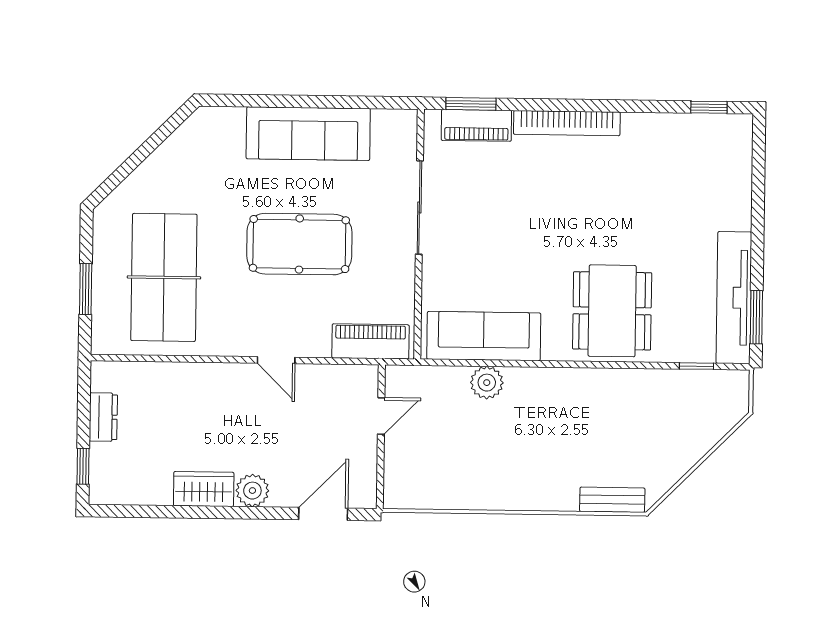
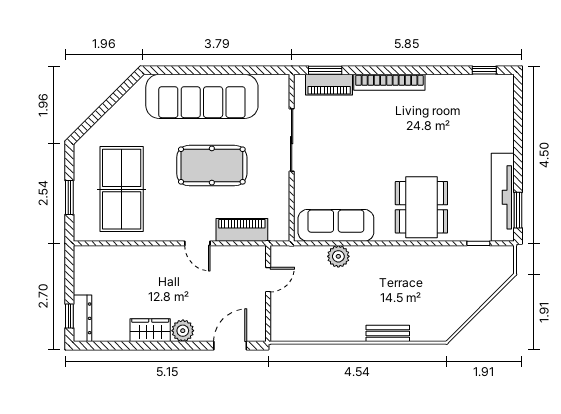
sofa: (308, 134) -> (202, 96), width x1.36, depth x1.27
piano: (370, 341) -> (242, 230), moved
dresser: (103, 417) -> (82, 318), moved, width x1.44
bench: (612, 500) -> (388, 333), moved

